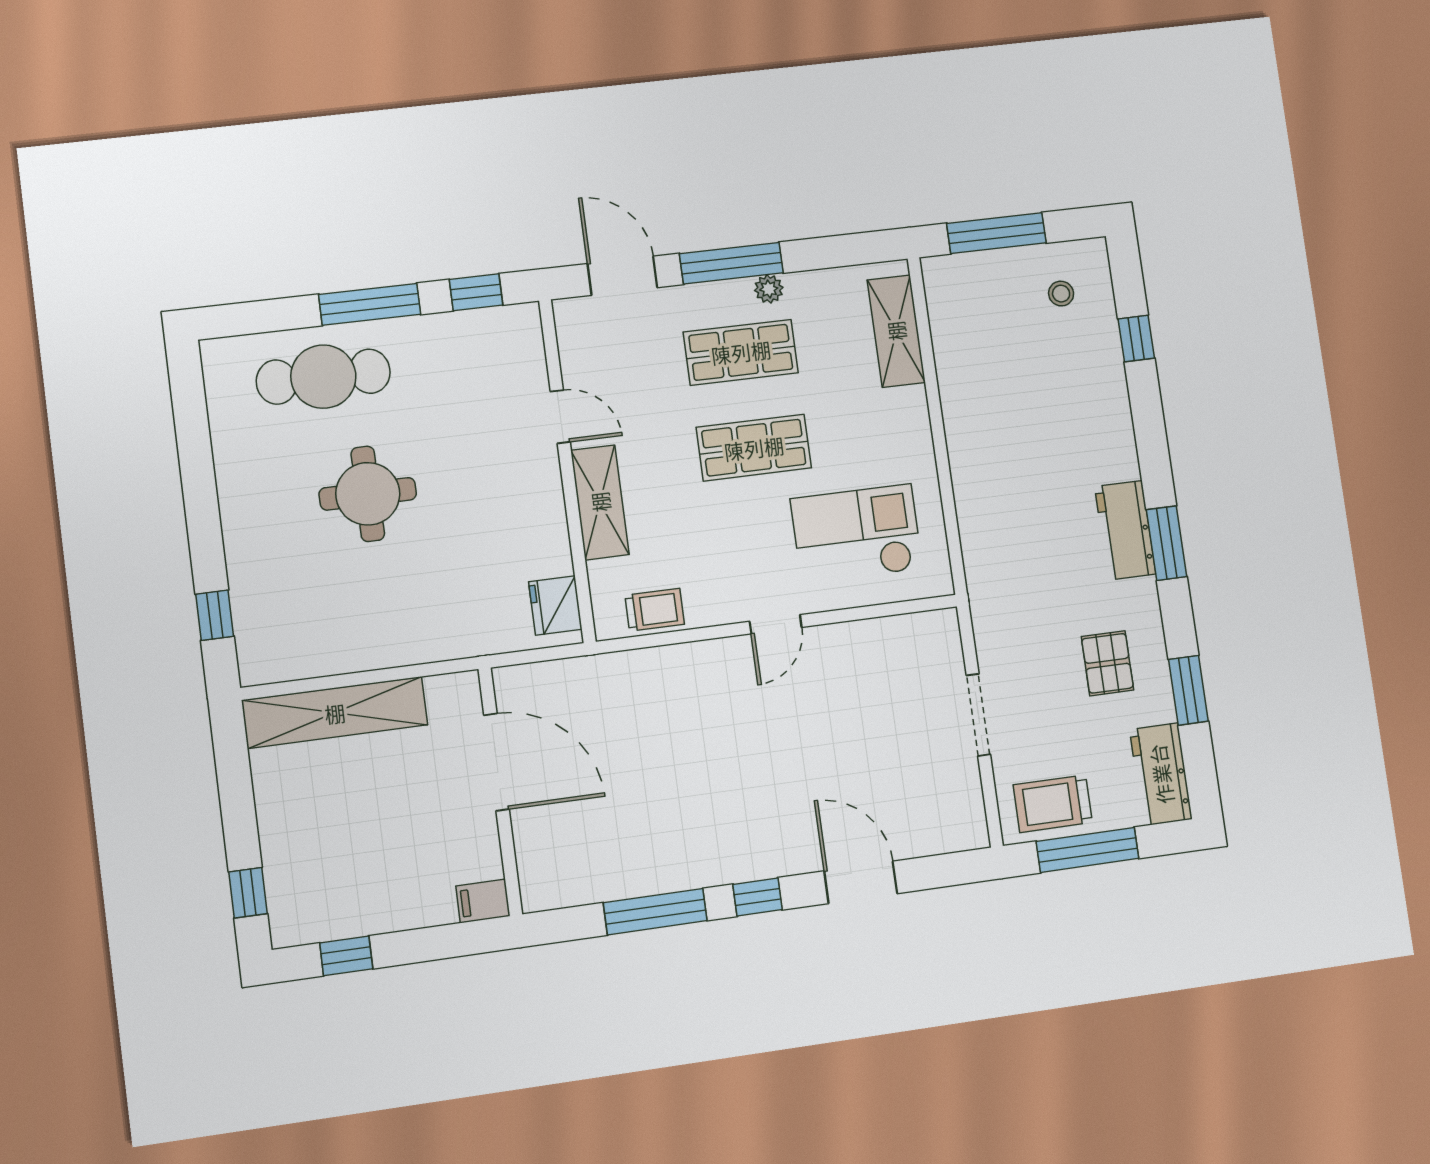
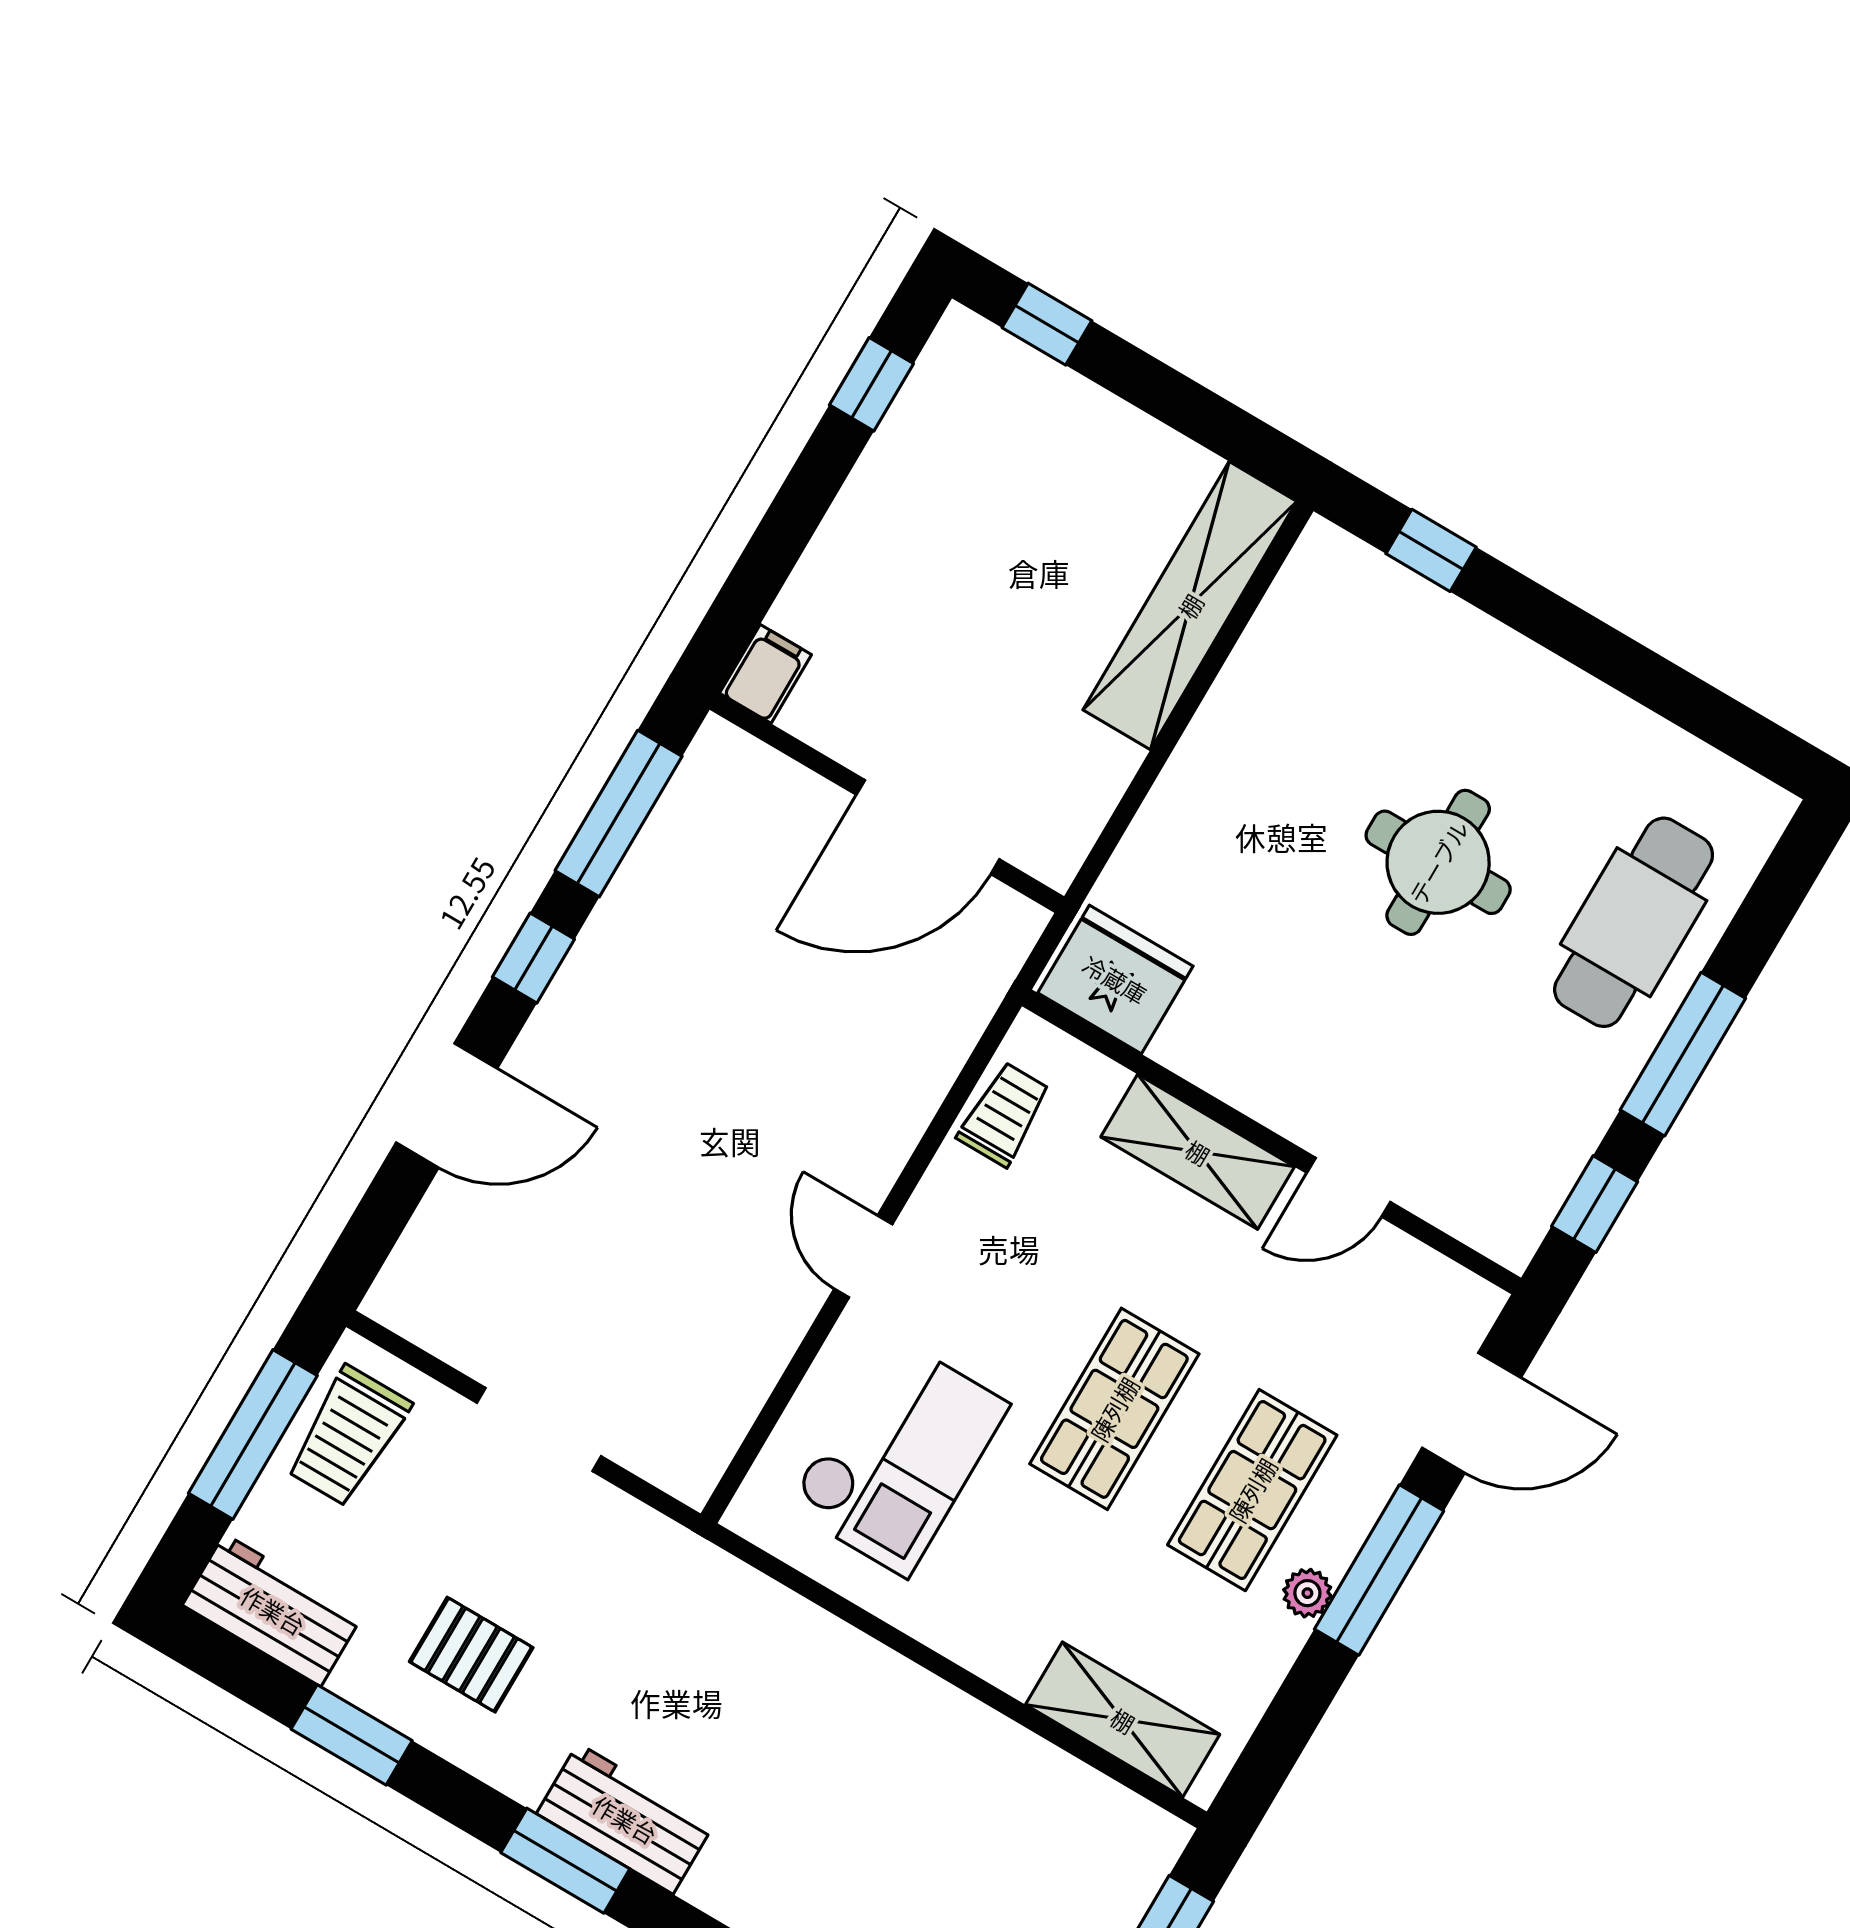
fridge: (555, 606) -> (1115, 979), width x1.36, depth x1.34
trolley: (655, 610) -> (1004, 1114), turned 180
door: (497, 762) -> (928, 827), moved
wall: (500, 791) -> (887, 803), moved
trolley: (1053, 804) -> (348, 1436), turned 180
filing cabinet: (483, 901) -> (766, 674), moved

